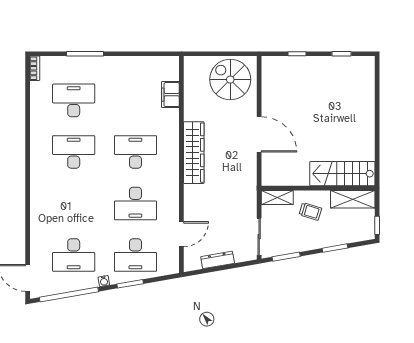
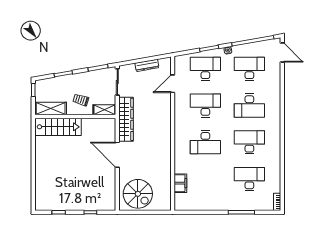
desk: (74, 100) -> (249, 179), turned 180
desk: (74, 152) -> (249, 142), turned 180
wardrobe: (194, 153) -> (126, 119), moved, turned 180
desk: (74, 203) -> (249, 106), added

